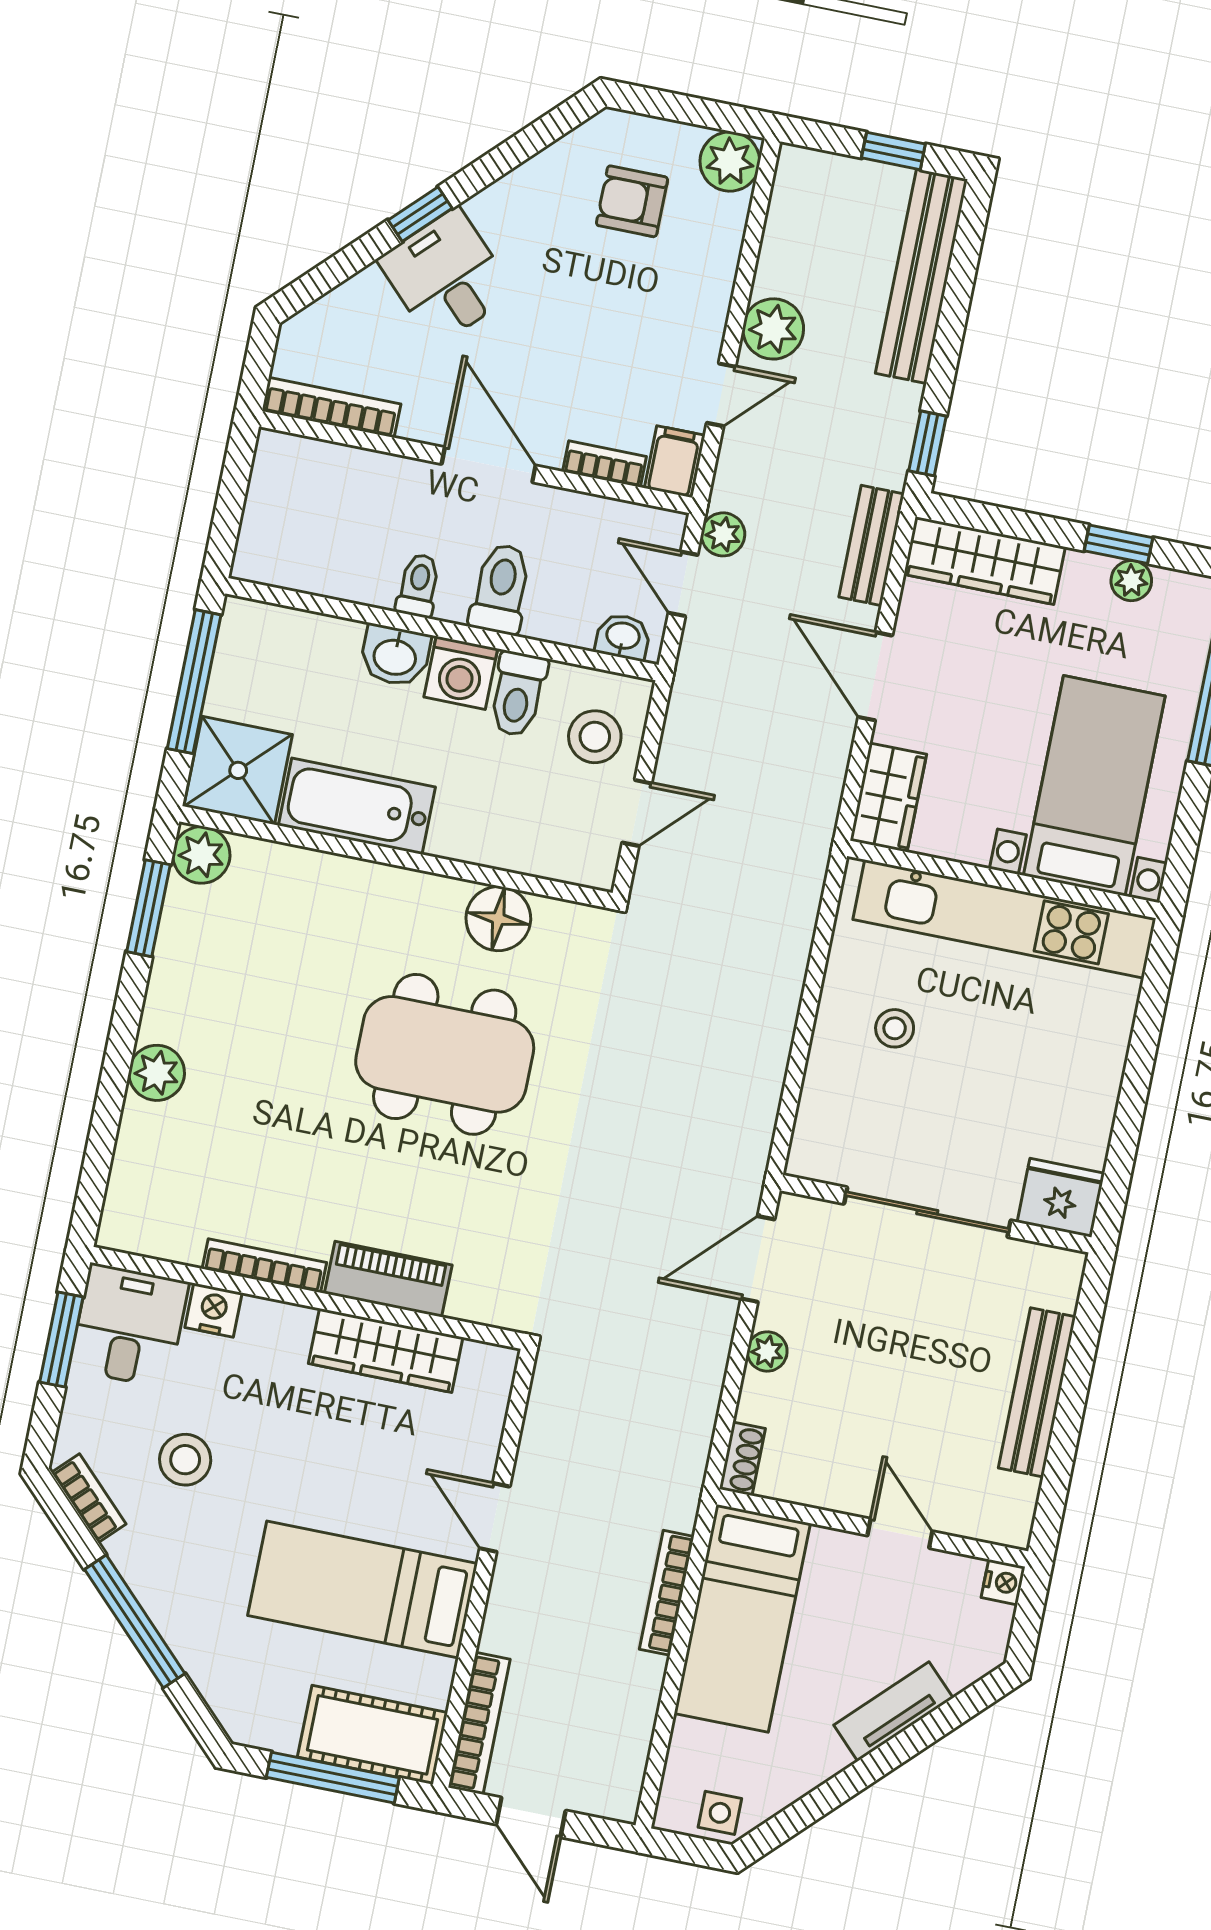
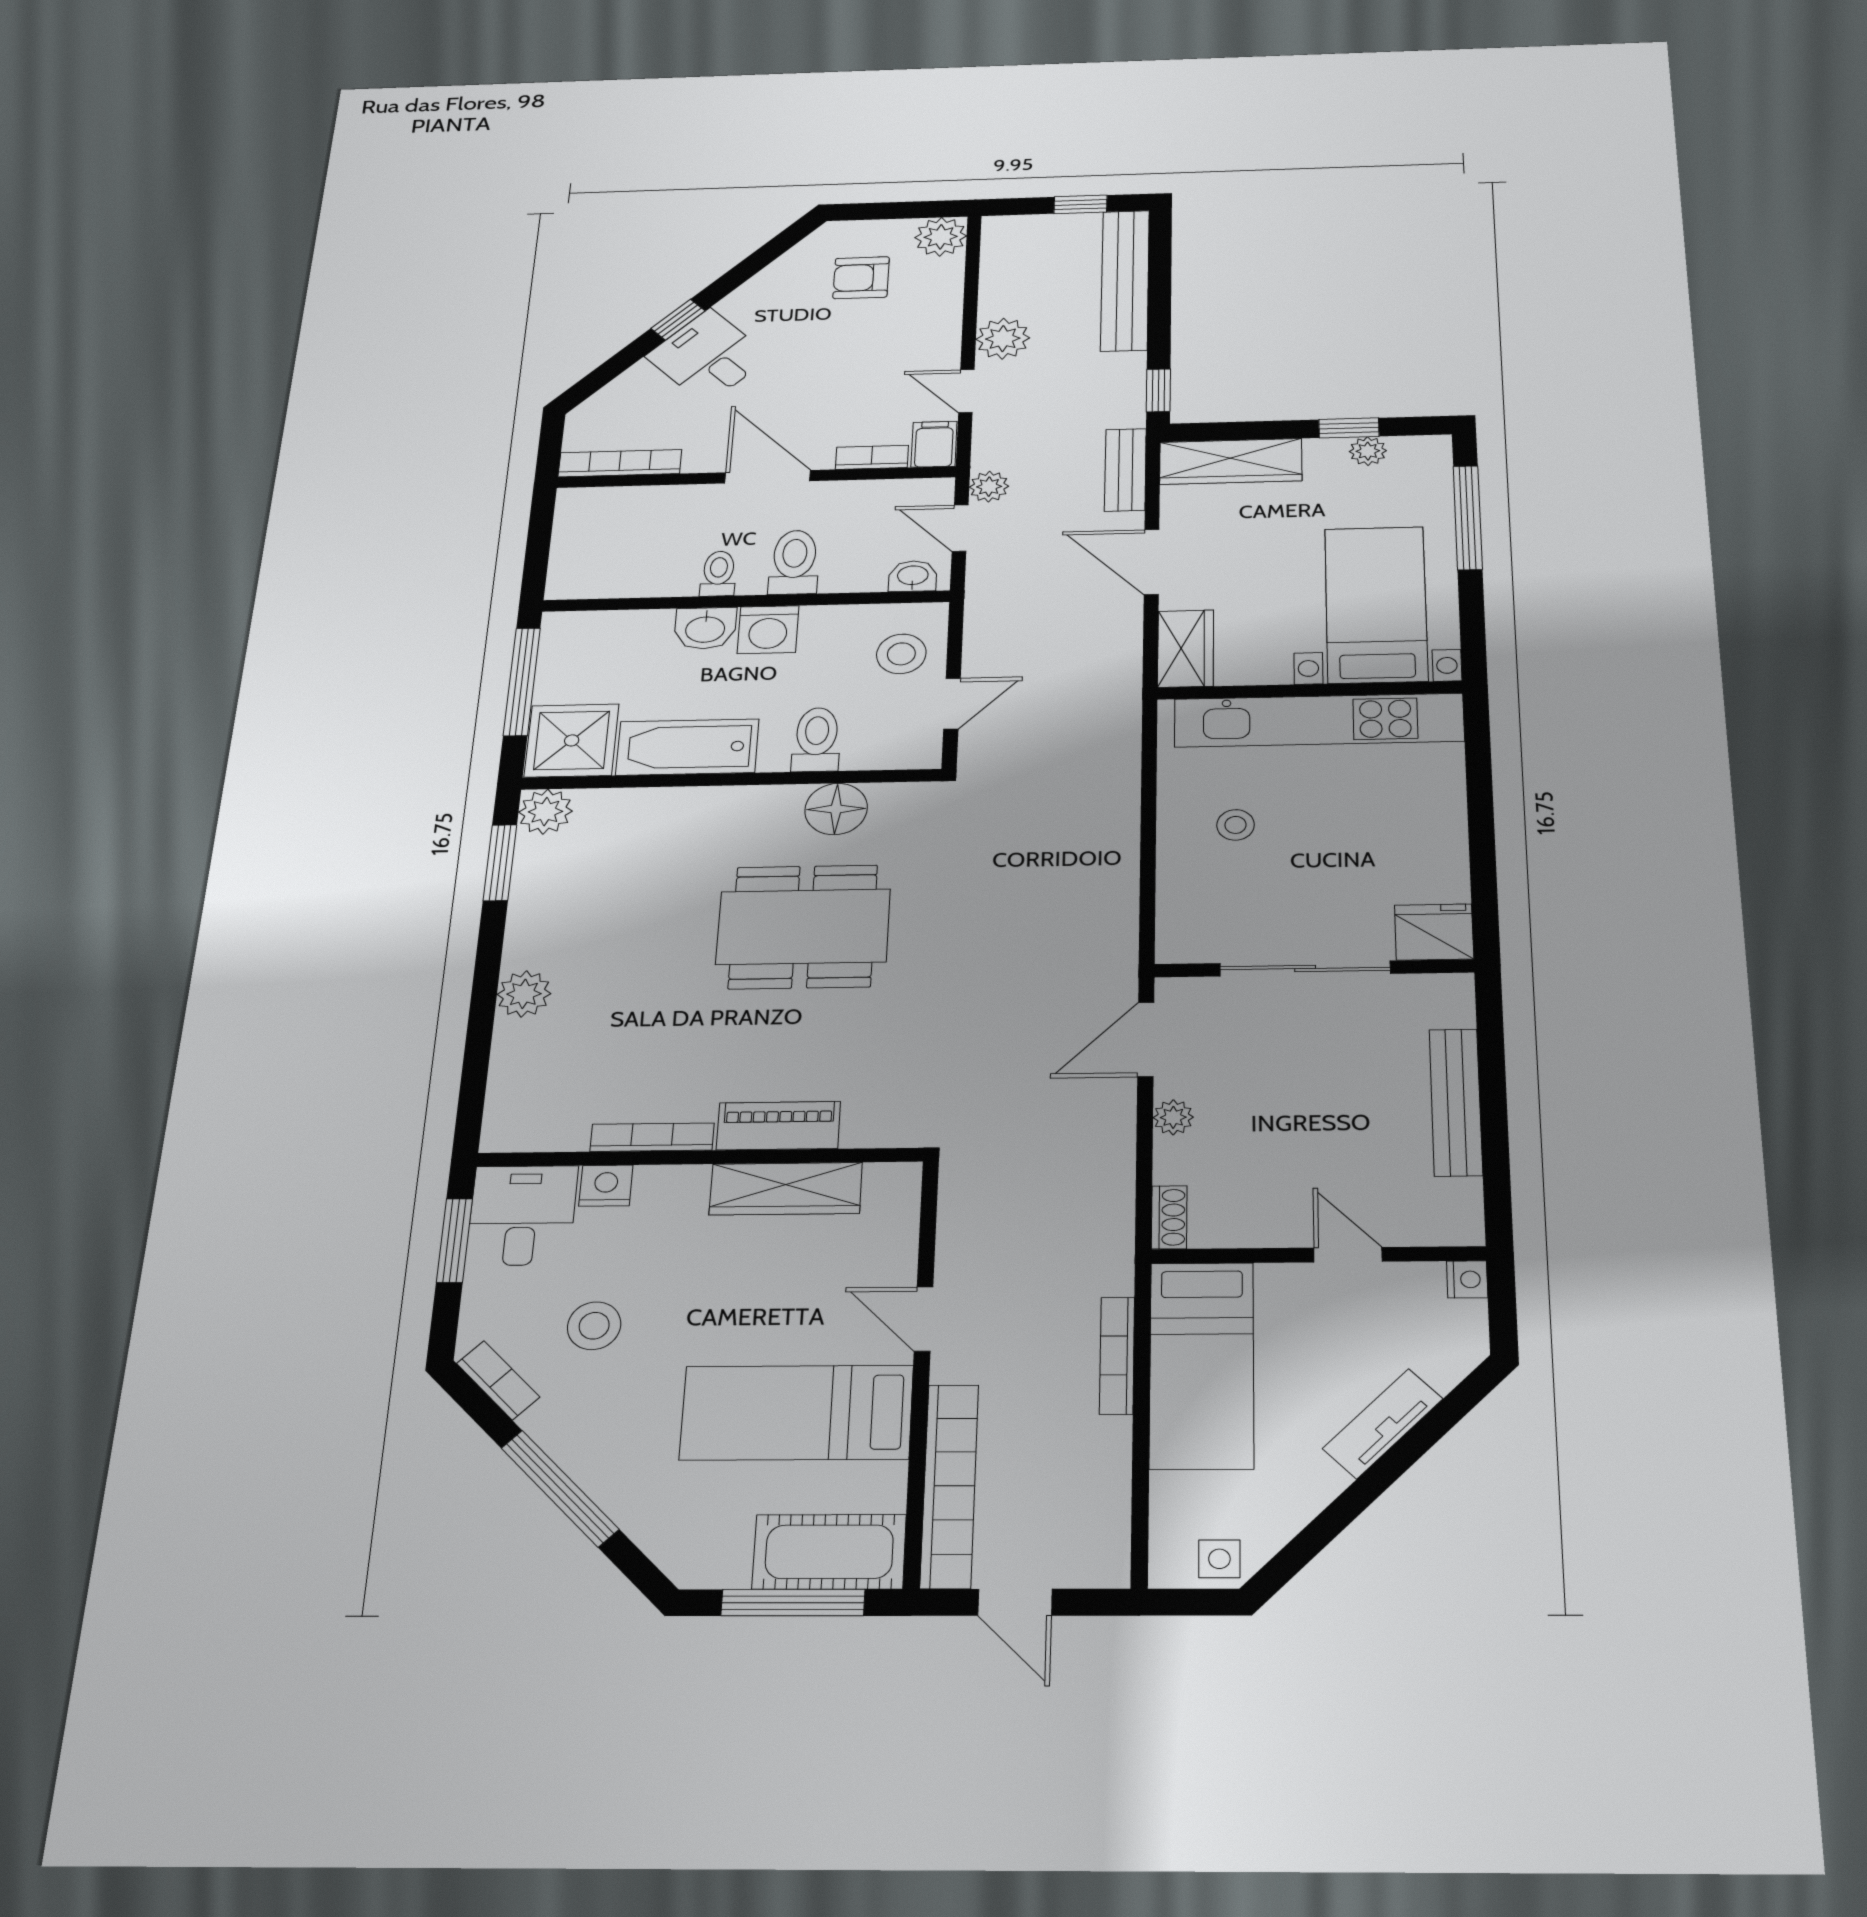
door: (721, 395) -> (966, 391), swing flipped
toilet: (518, 694) -> (816, 740), moved, turned 180
bookcase: (479, 1723) -> (949, 1486), width x1.48, depth x1.31

